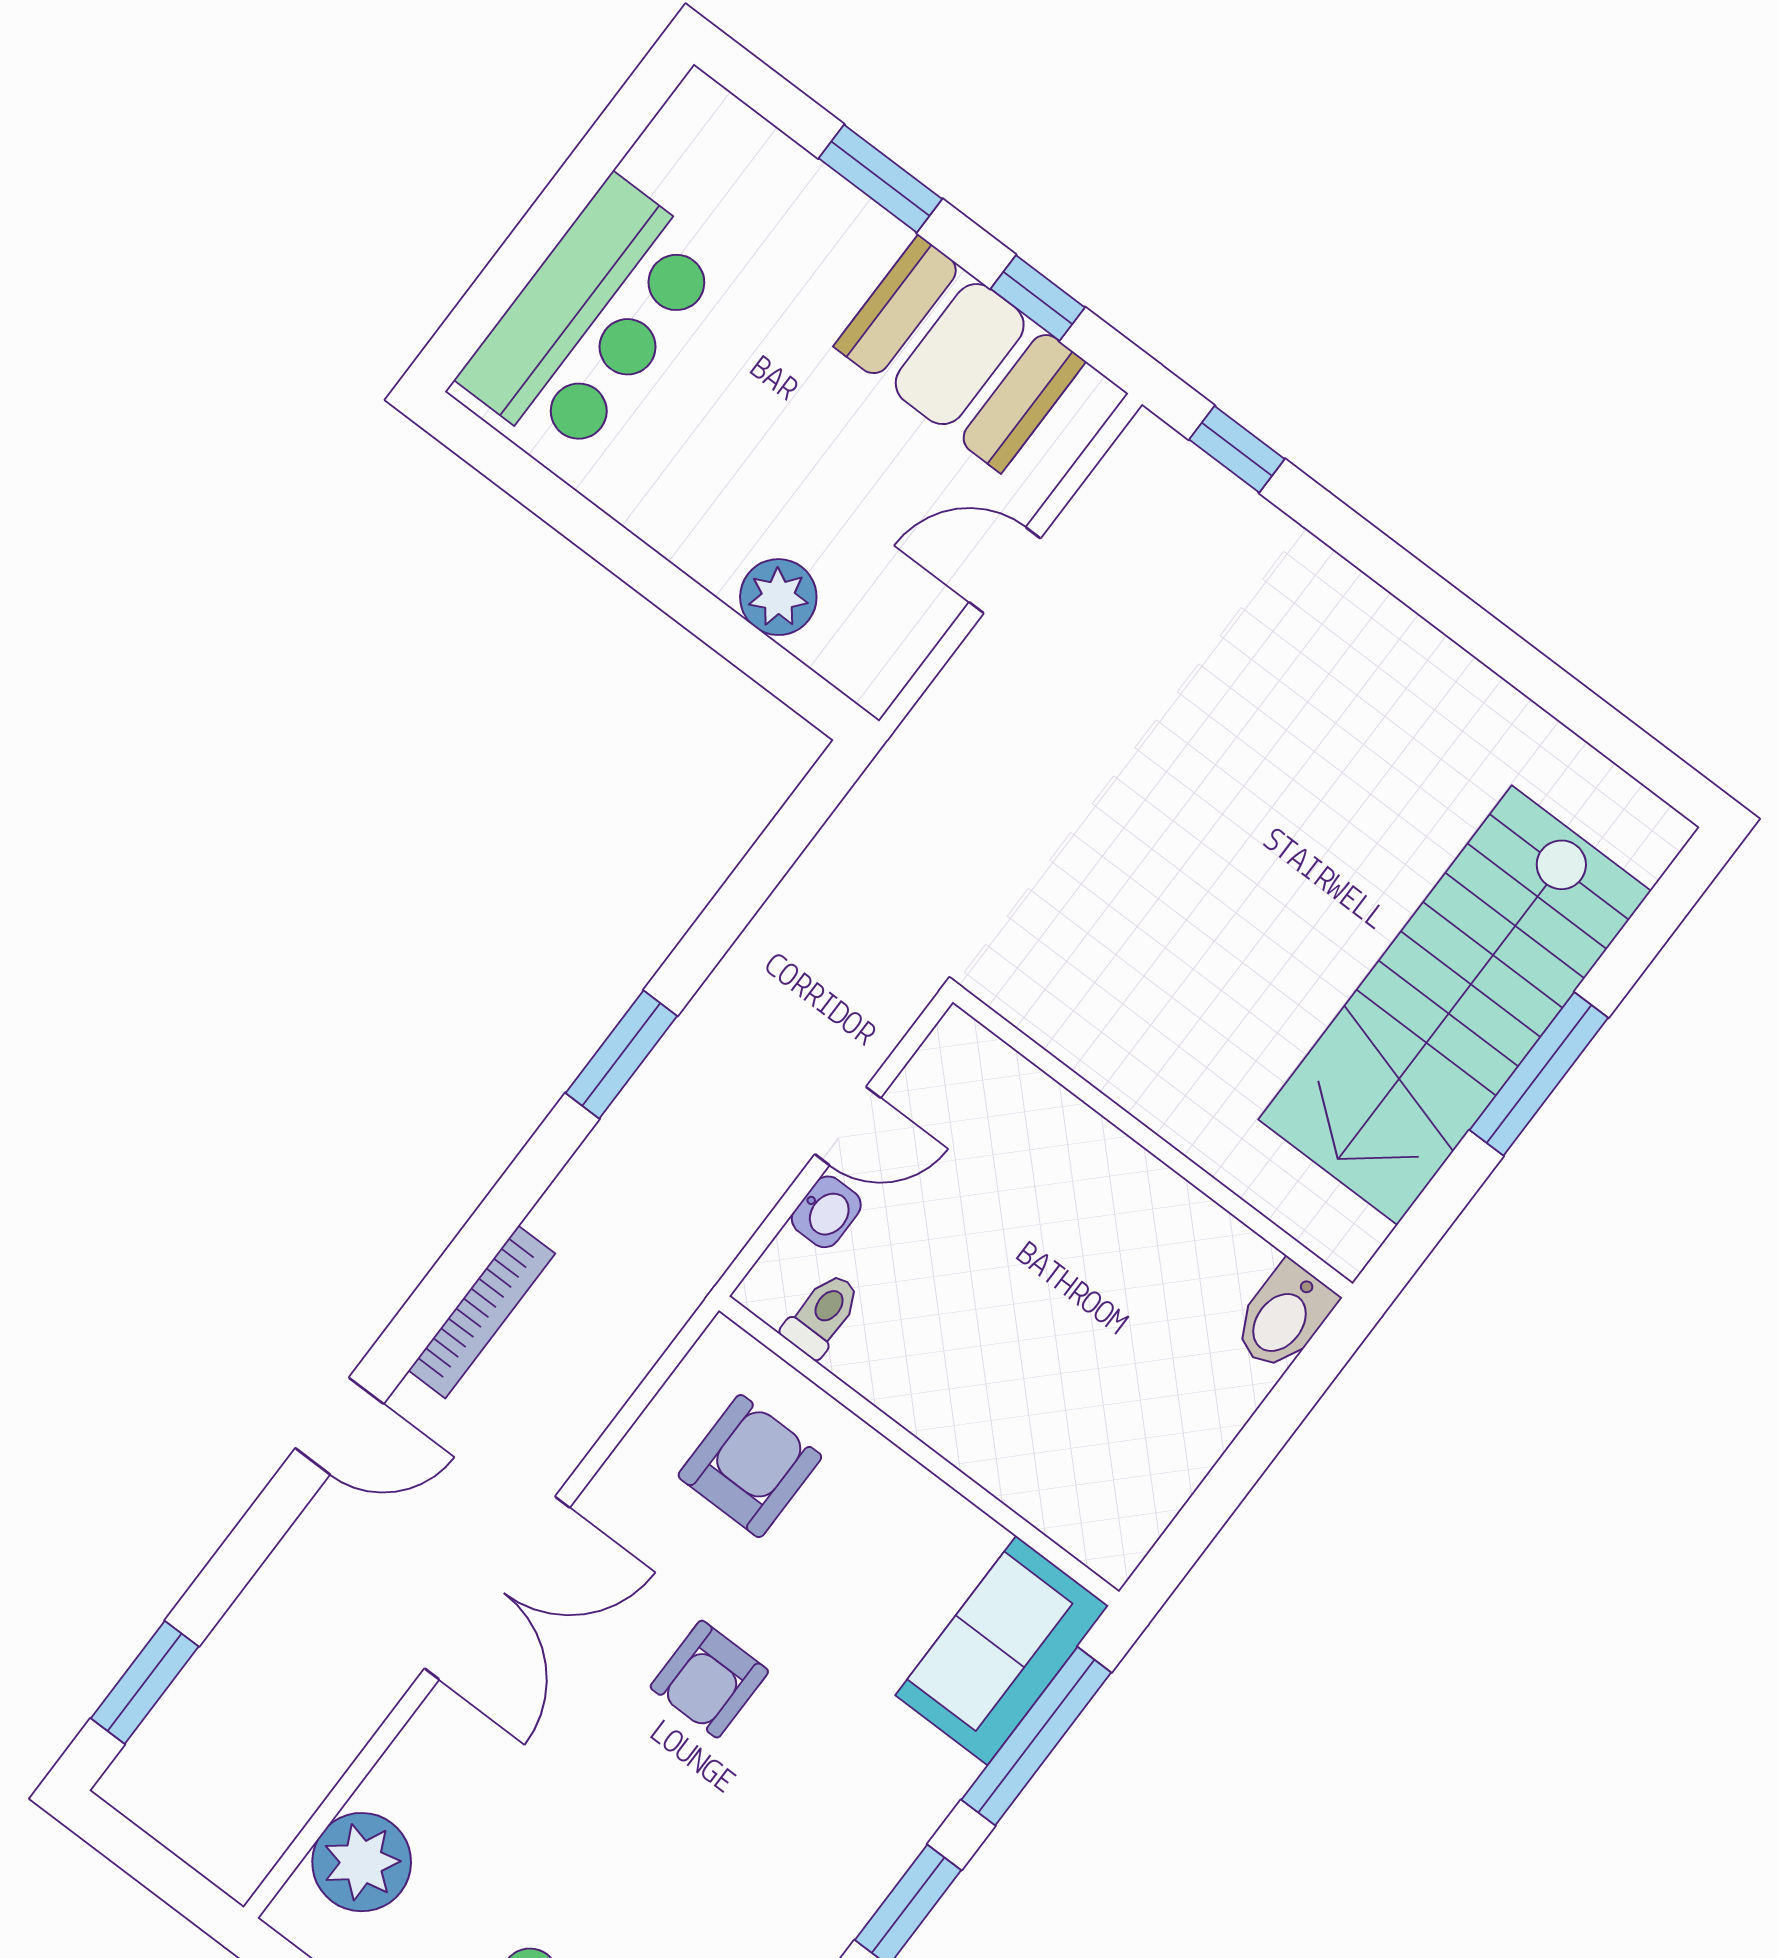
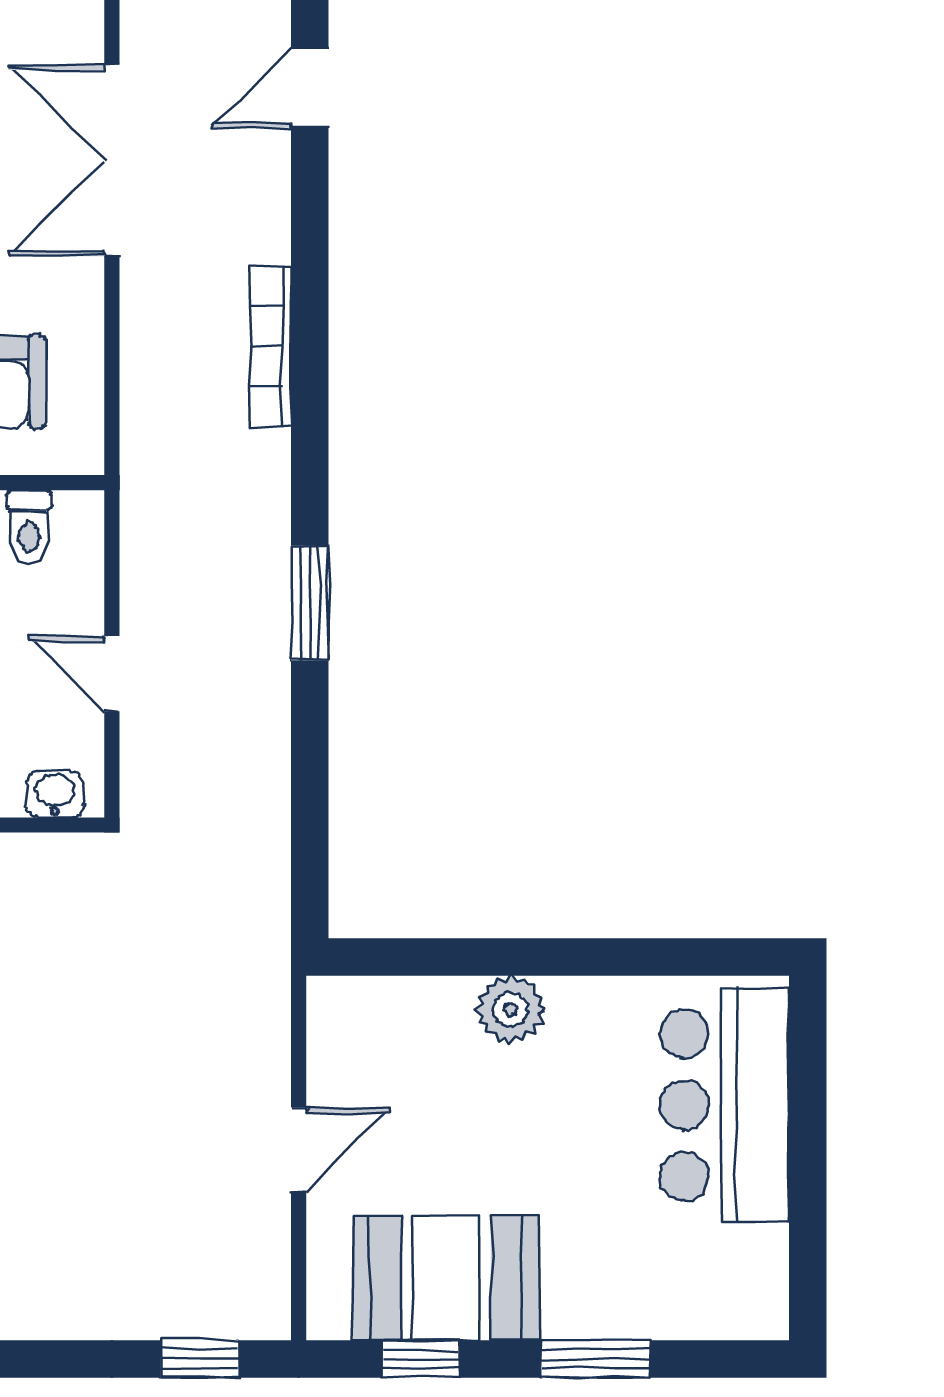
plant: (778, 597) -> (510, 1009), moved
door: (848, 1126) -> (112, 674), hinge flipped
washbasin: (826, 1212) -> (55, 794), moved, turned 90
door: (339, 1426) -> (310, 88), moved

